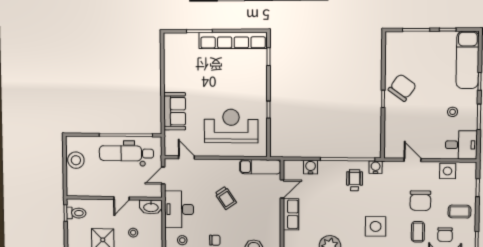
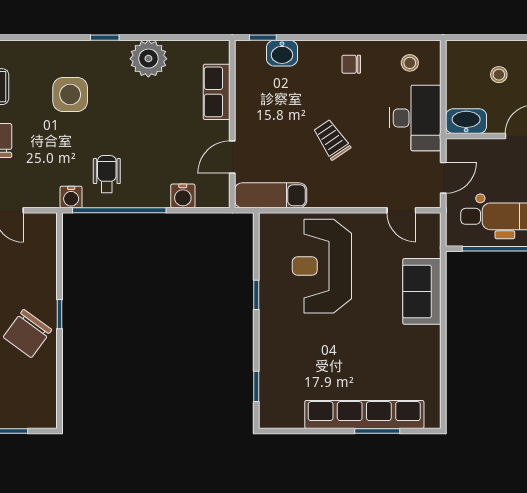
row of seats: (233, 40) -> (364, 414), moved
reception desk: (231, 126) -> (322, 266), turned 90
wheelchair: (355, 180) -> (107, 174), turned 180
row of seats: (291, 214) -> (217, 92), moved

